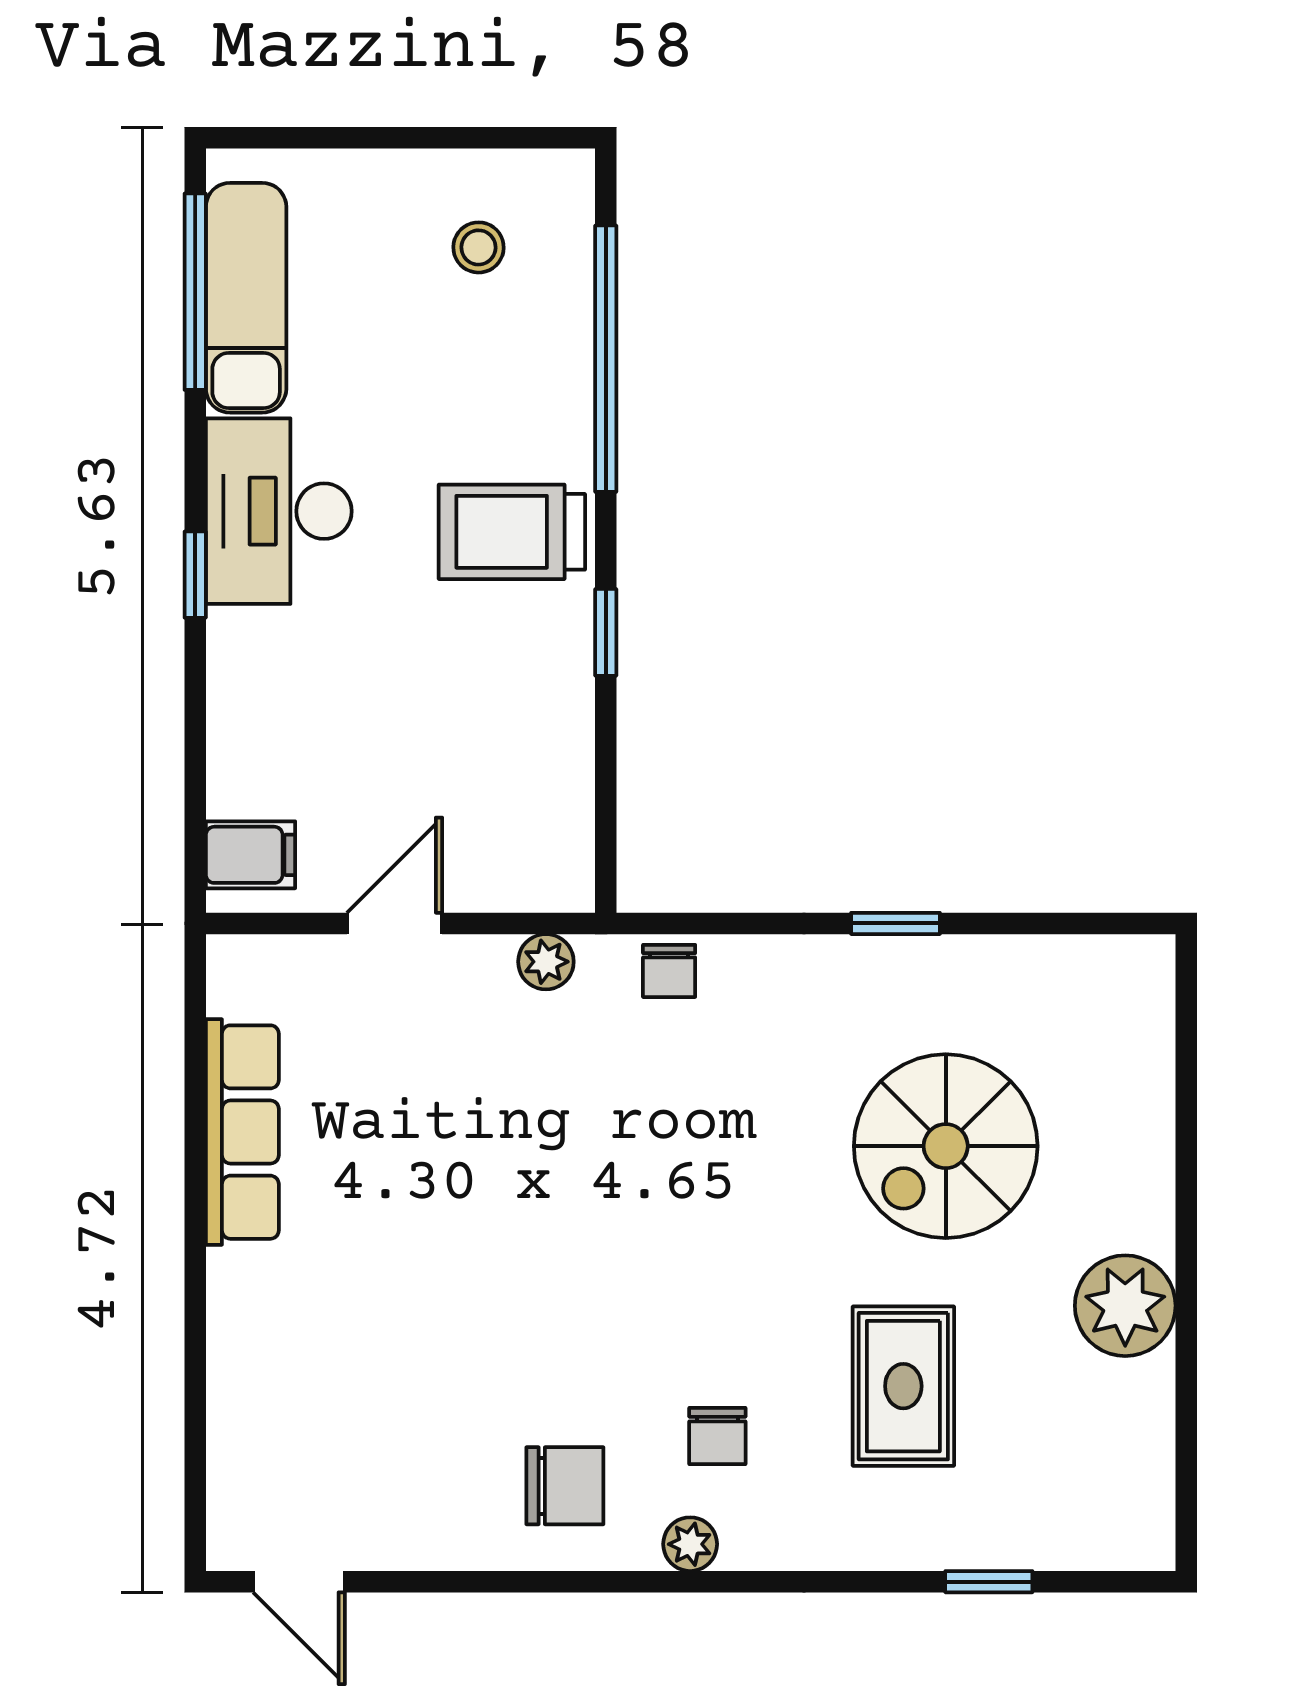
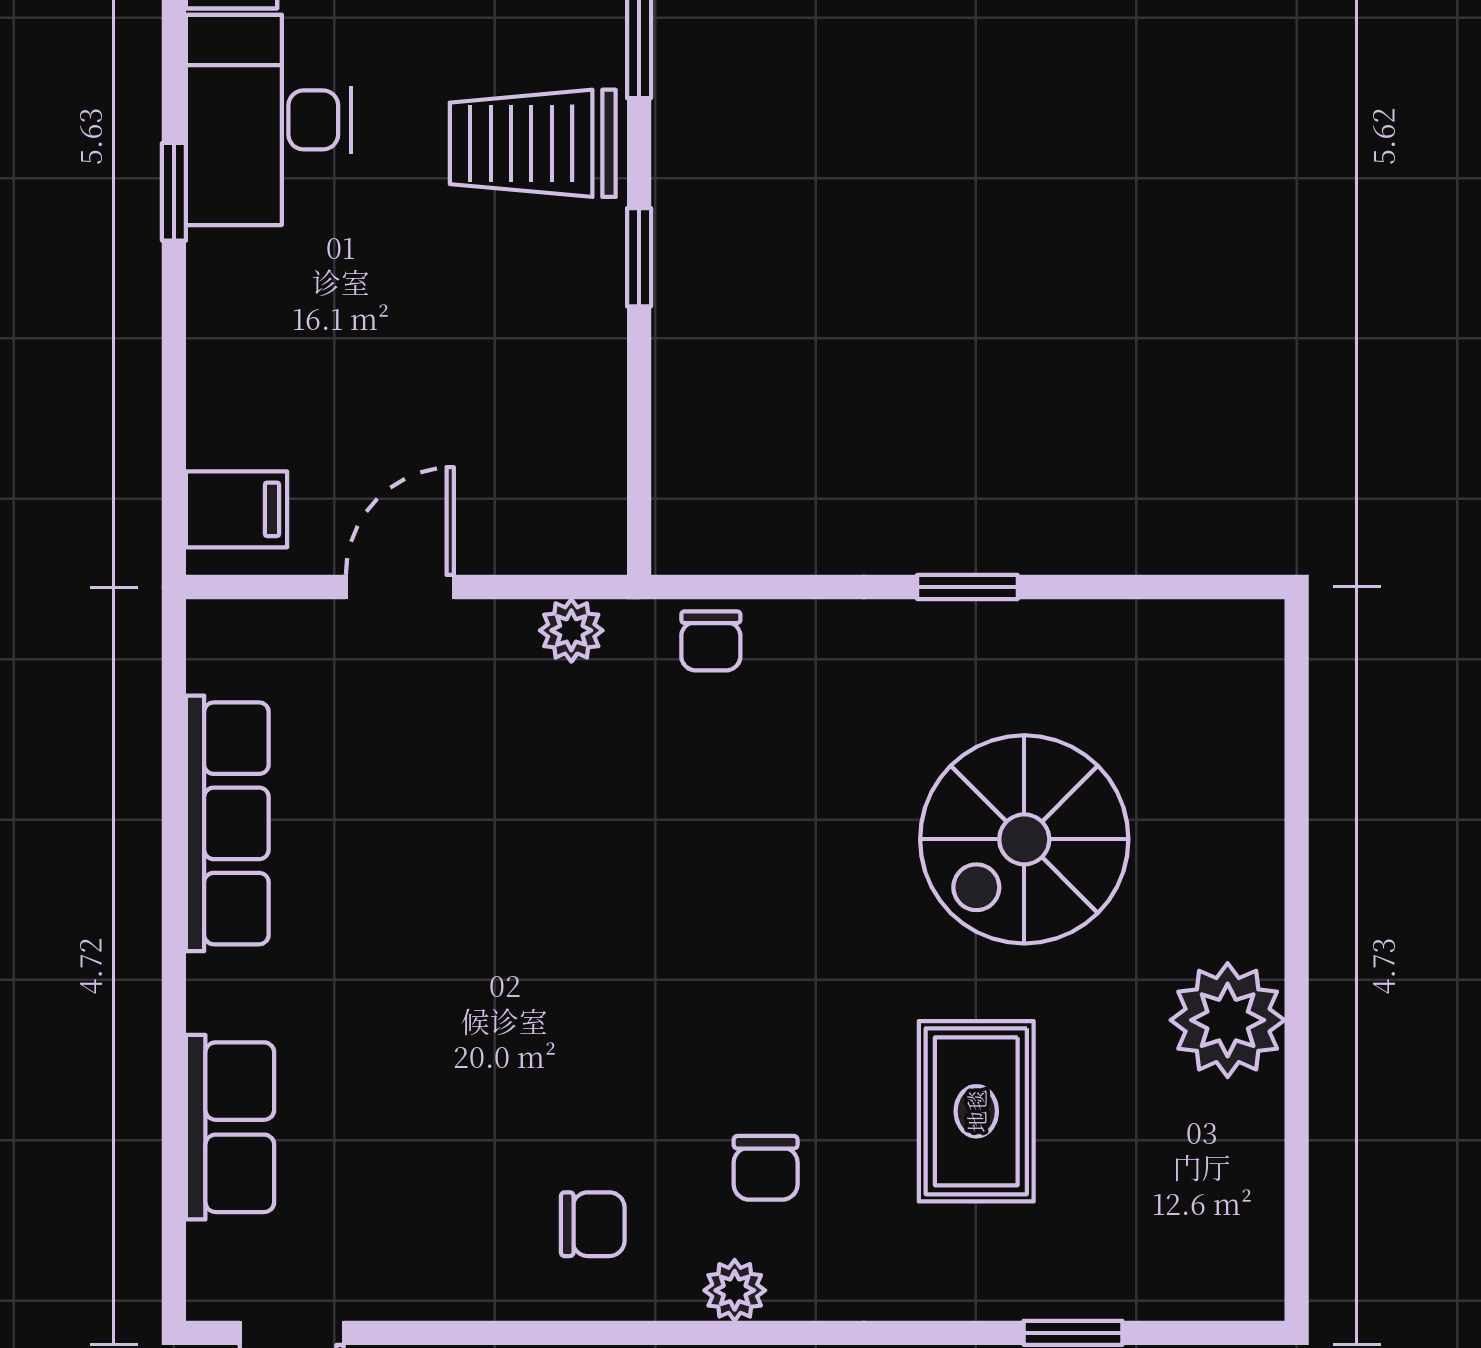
row of seats: (245, 1400) -> (230, 1127), added
chair: (565, 1486) -> (593, 1224), width x0.73, depth x0.73

